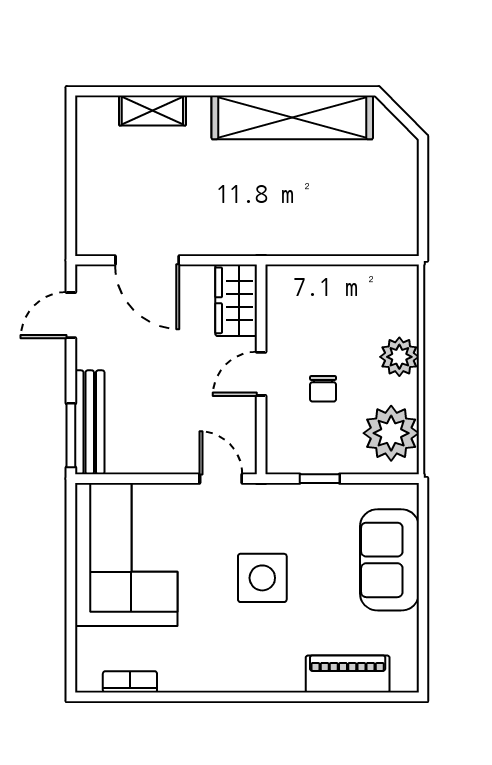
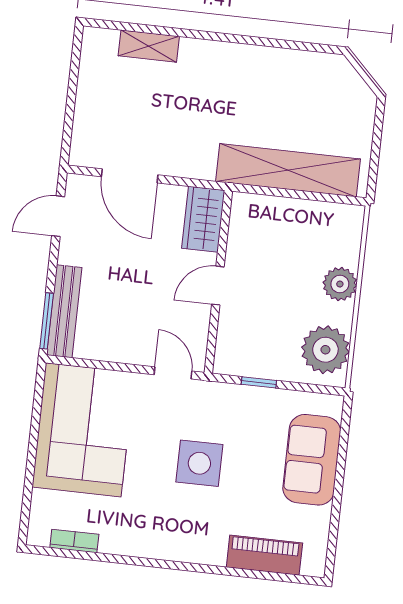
shelving: (292, 117) -> (288, 170), moved
chair: (323, 389) -> (270, 305), removed

